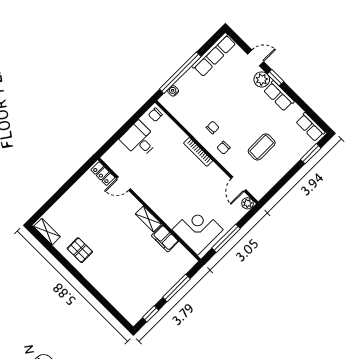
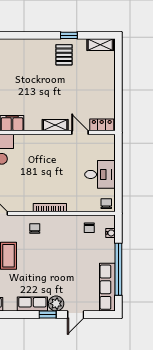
window: (180, 73) -> (118, 269), moved
chair: (213, 127) -> (89, 228), moved
door: (124, 184) -> (80, 133), hinge flipped
shelving: (148, 219) -> (55, 125), moved
pallet: (80, 250) -> (64, 55), turned 90
window: (63, 260) -> (69, 35), added

